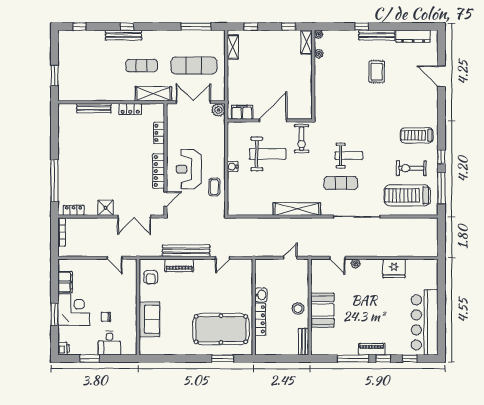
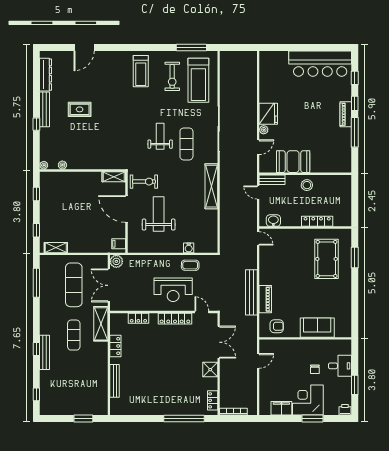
shelving: (307, 42) -> (114, 177), moved
filing cabinet: (242, 112) -> (119, 244), width x0.50
window: (441, 157) -> (161, 48), removed
water cooler: (233, 167) -> (189, 248), moved
door: (222, 258) -> (258, 238), moved
fridge: (394, 268) -> (268, 114), moved
washbasin: (261, 295) -> (273, 221), moved
booth: (322, 310) -> (293, 162), moved
pool table: (221, 329) -> (327, 259), width x0.73, depth x0.76
bench: (303, 342) -> (272, 180), moved

